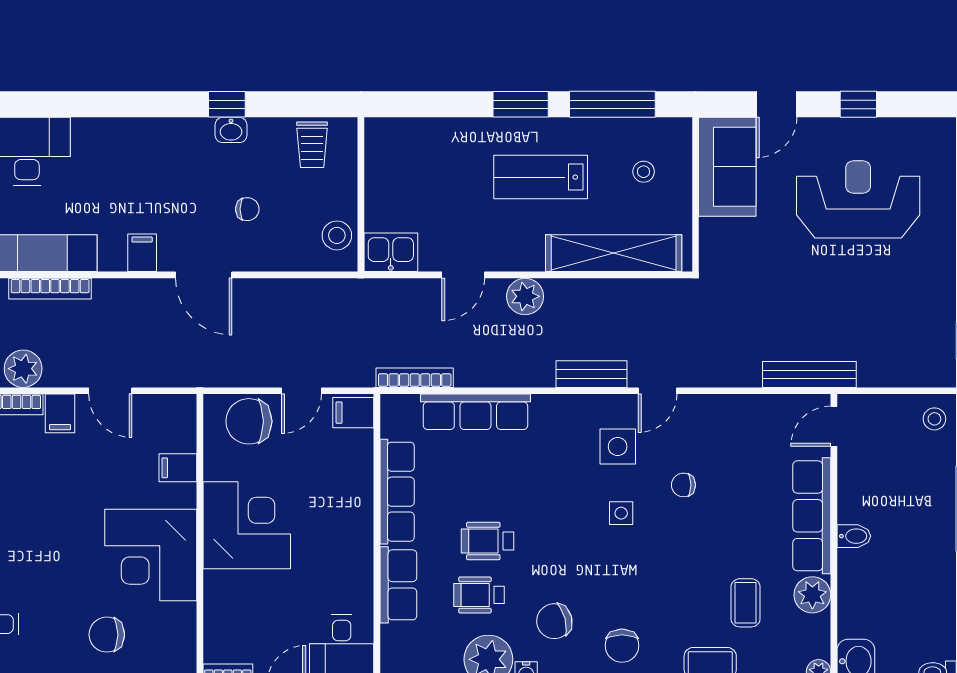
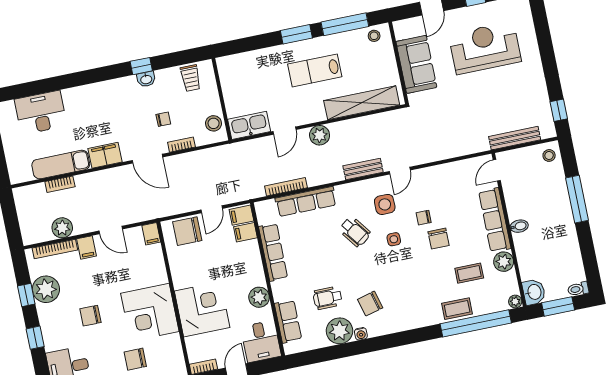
sofa: (727, 167) -> (416, 64), moved
stool: (644, 172) -> (374, 36), moved
kitchen sink: (391, 252) -> (249, 125), width x1.38
filing cabinet: (142, 253) -> (105, 155), width x2.00
bookcase: (271, 262) -> (181, 145), added
bookcase: (50, 289) -> (60, 184), width x0.64
bench: (809, 374) -> (515, 138), moved
bookcase: (415, 378) -> (286, 187), moved
filing cabinet: (354, 445) -> (245, 232), added
filing cabinet: (178, 468) -> (151, 234), moved, turned -90
corner desk: (247, 525) -> (202, 309), moved
chair: (42, 539) -> (90, 316), added
wheelchair: (487, 541) -> (355, 232), moved, turned -127
plant: (355, 568) -> (259, 297), added
row of seats: (398, 585) -> (288, 321), moved
coffee table: (746, 603) -> (469, 273), turned 90
chair: (622, 646) -> (439, 239), moved

